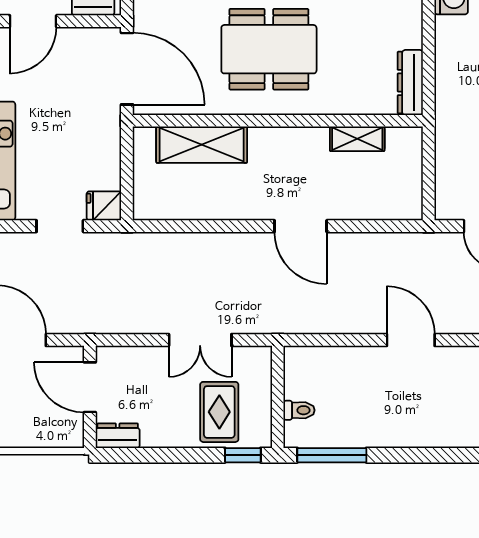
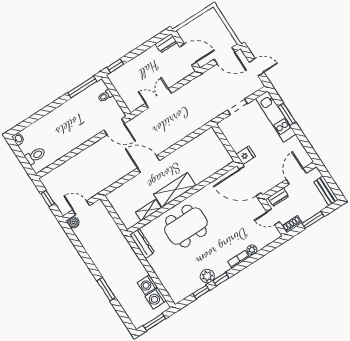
dining table: (269, 49) -> (186, 226), moved
shelving: (202, 145) -> (175, 190), moved
fridge: (104, 206) -> (246, 155), moved
door: (411, 340) -> (114, 127), moved
rug: (219, 412) -> (134, 76), removed

